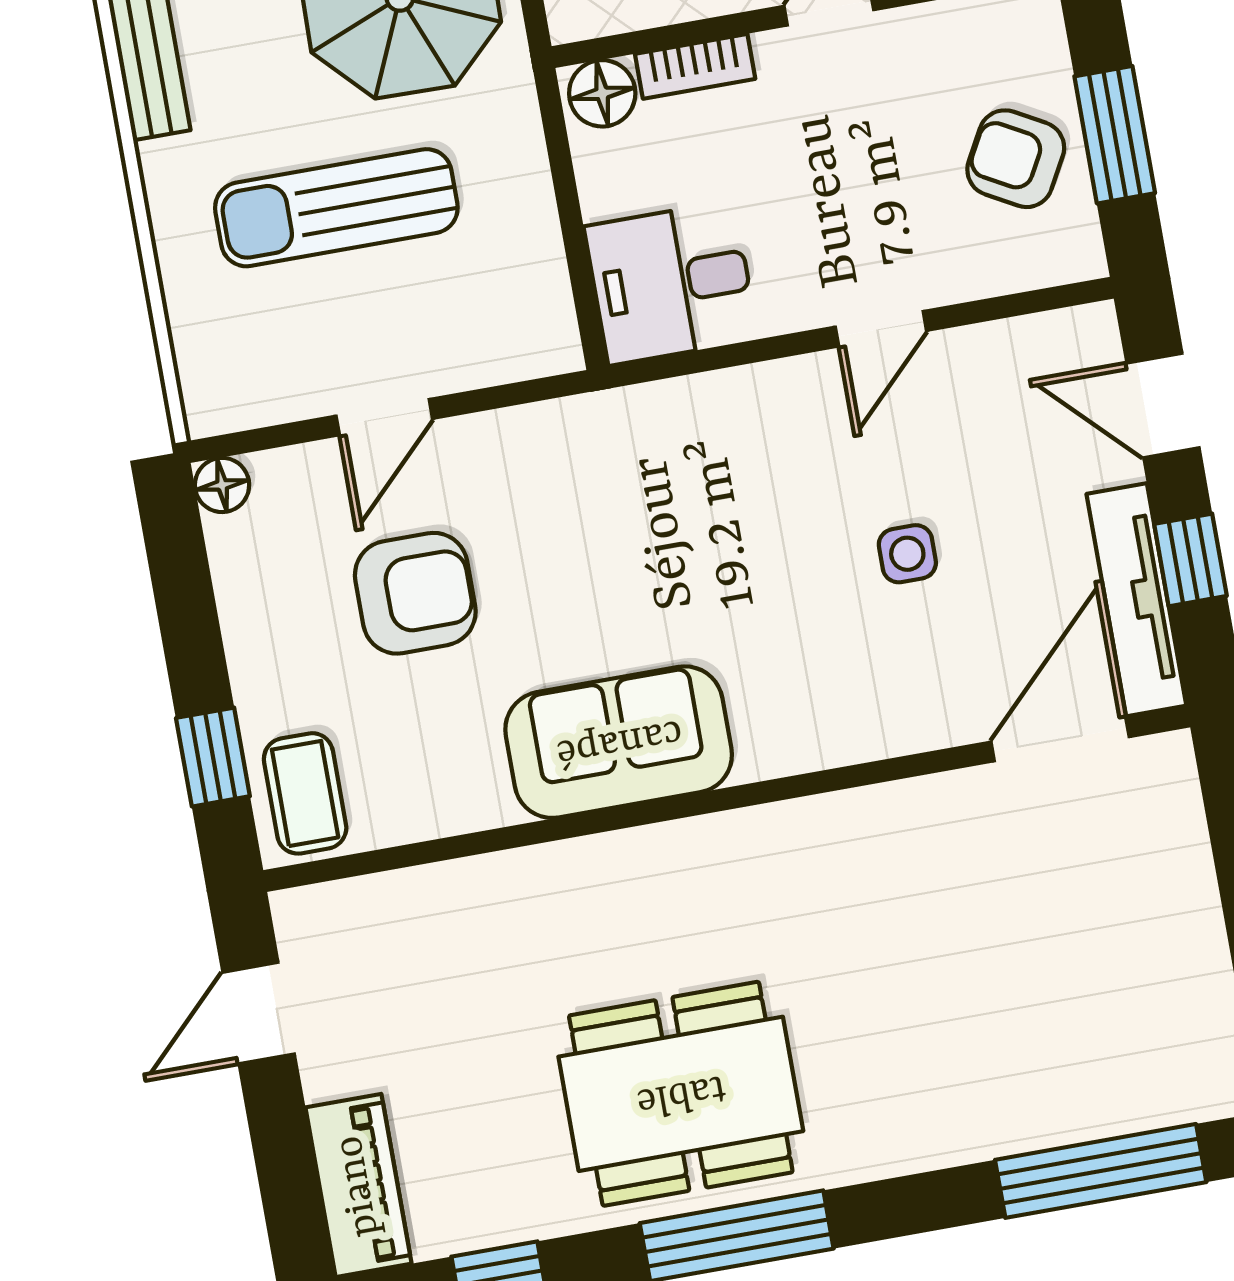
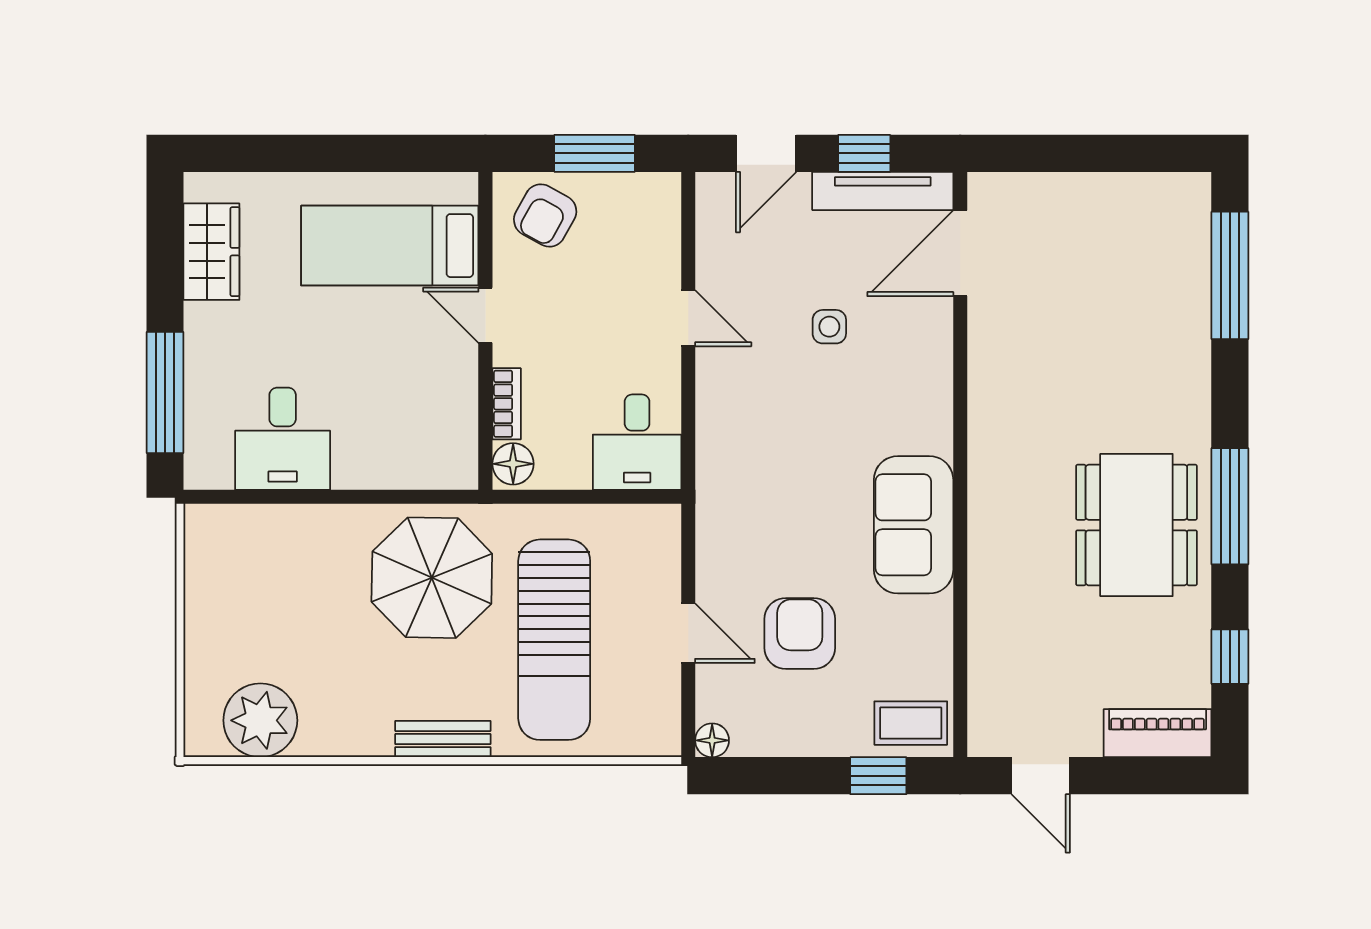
armchair: (1016, 159) -> (545, 215), moved
sun lounger: (336, 208) -> (554, 640), width x1.36, depth x1.34
door: (1060, 739) -> (960, 253), hinge flipped

